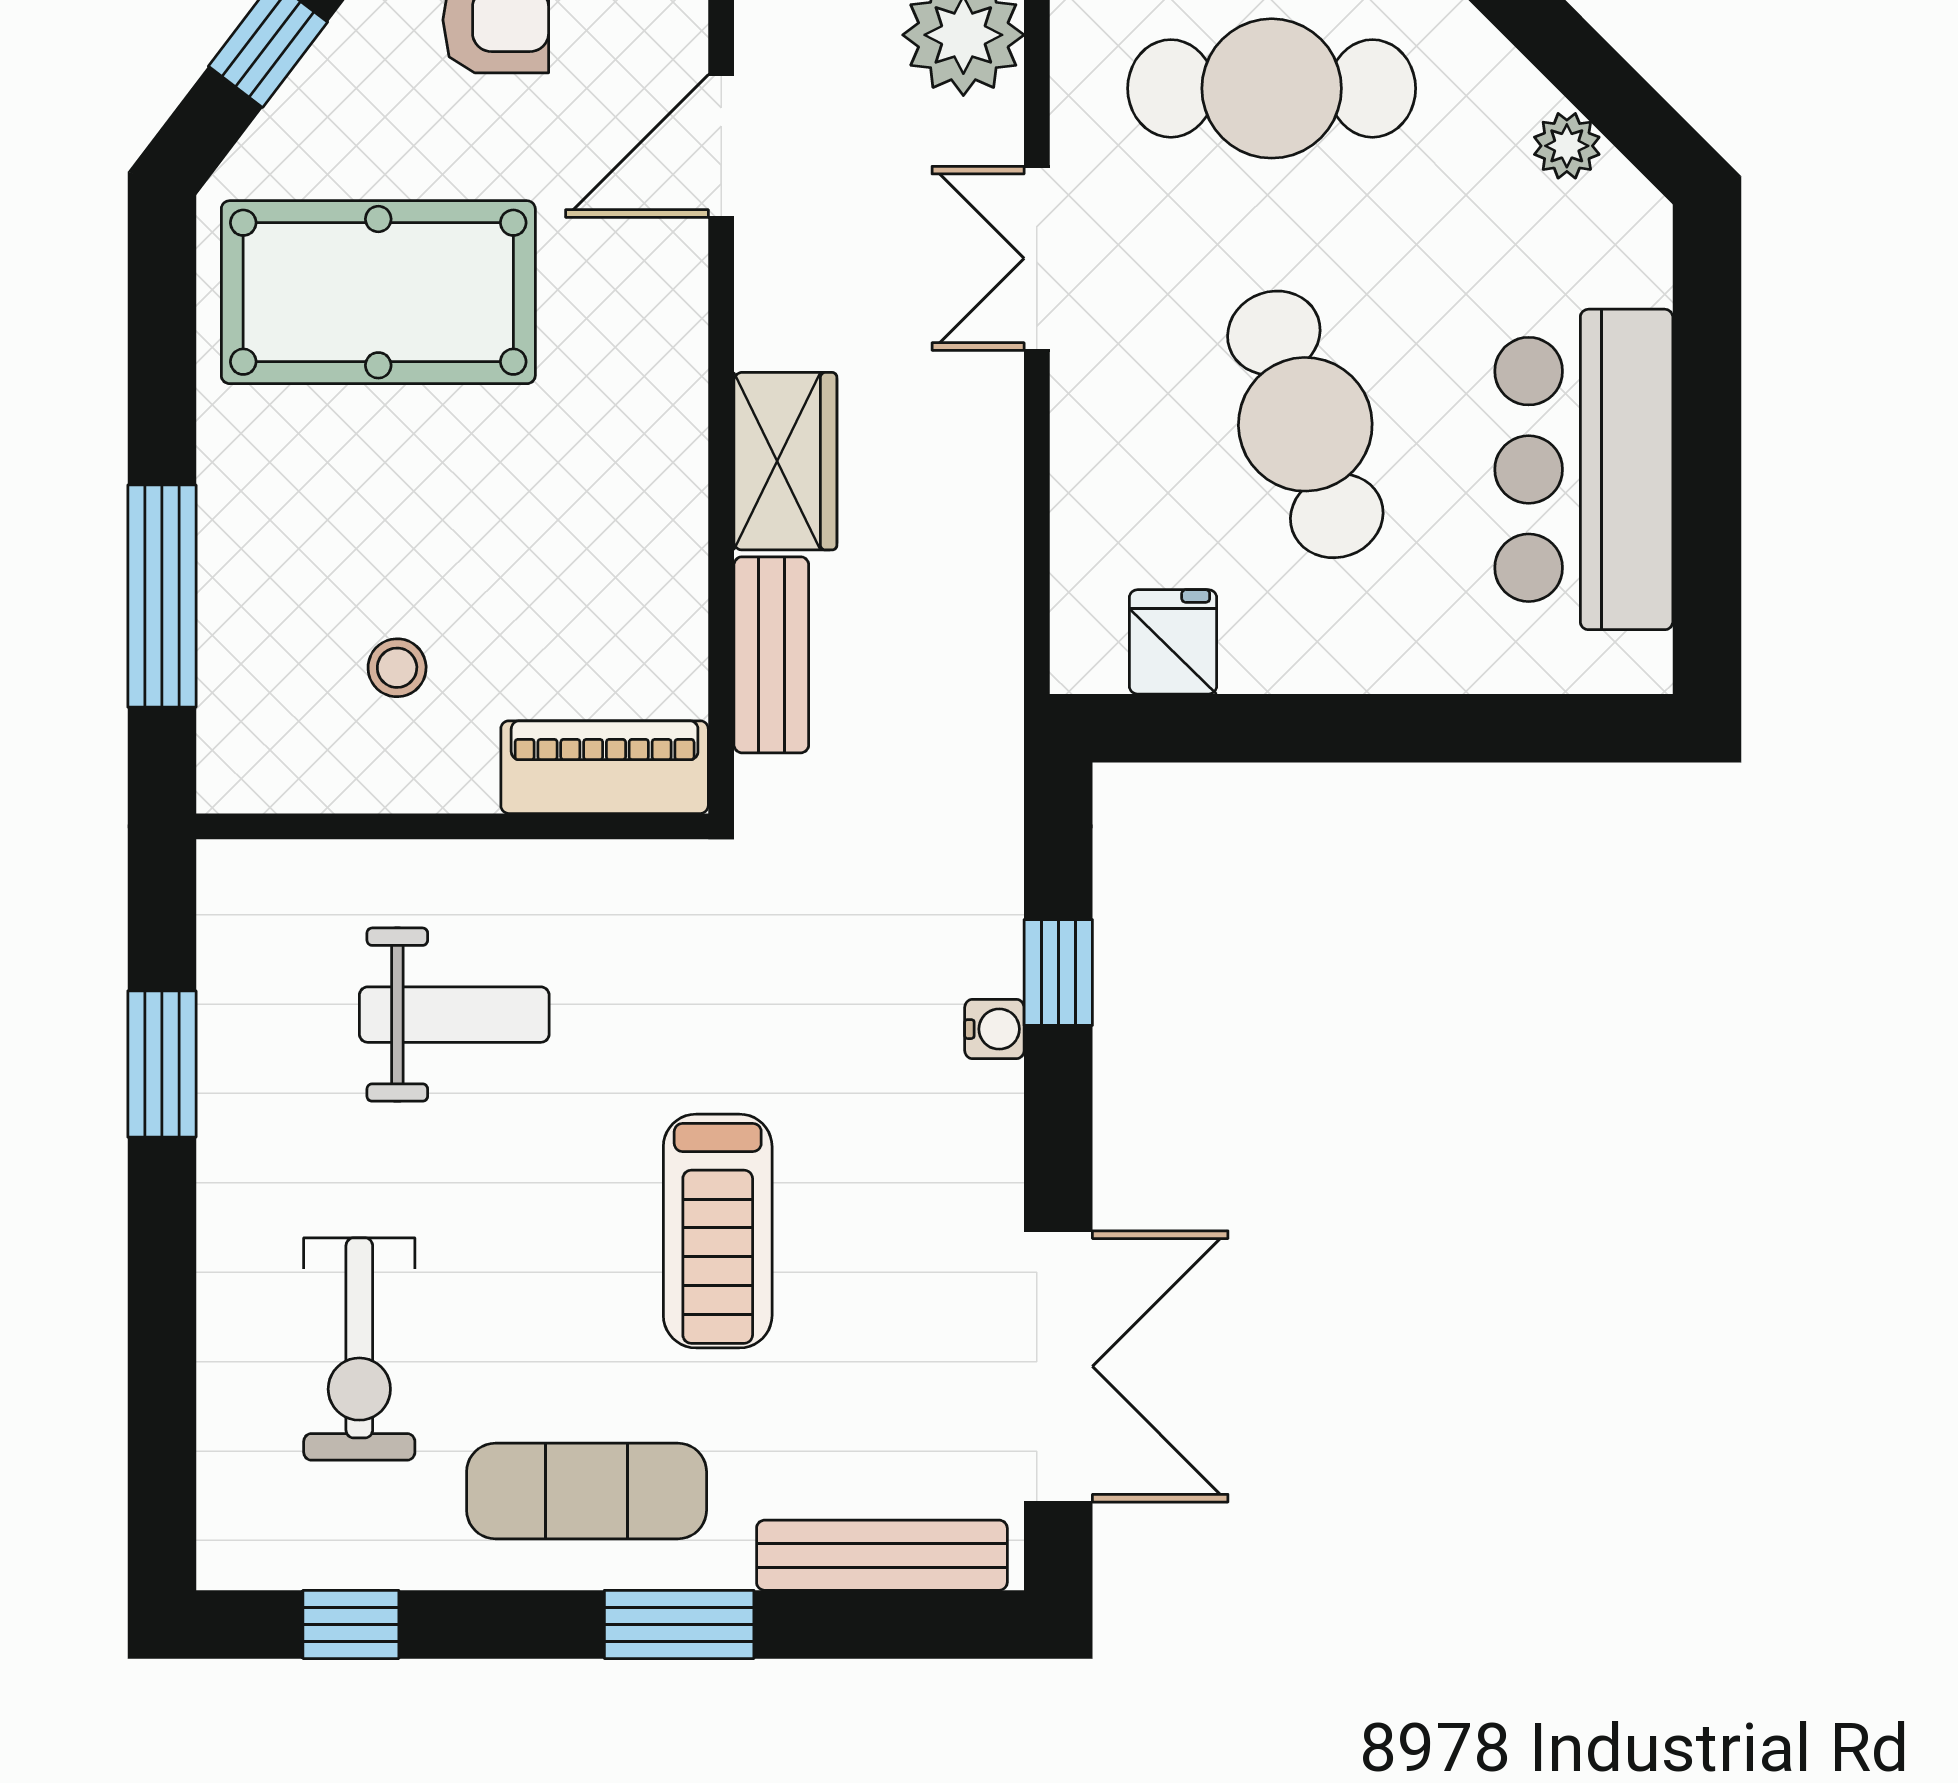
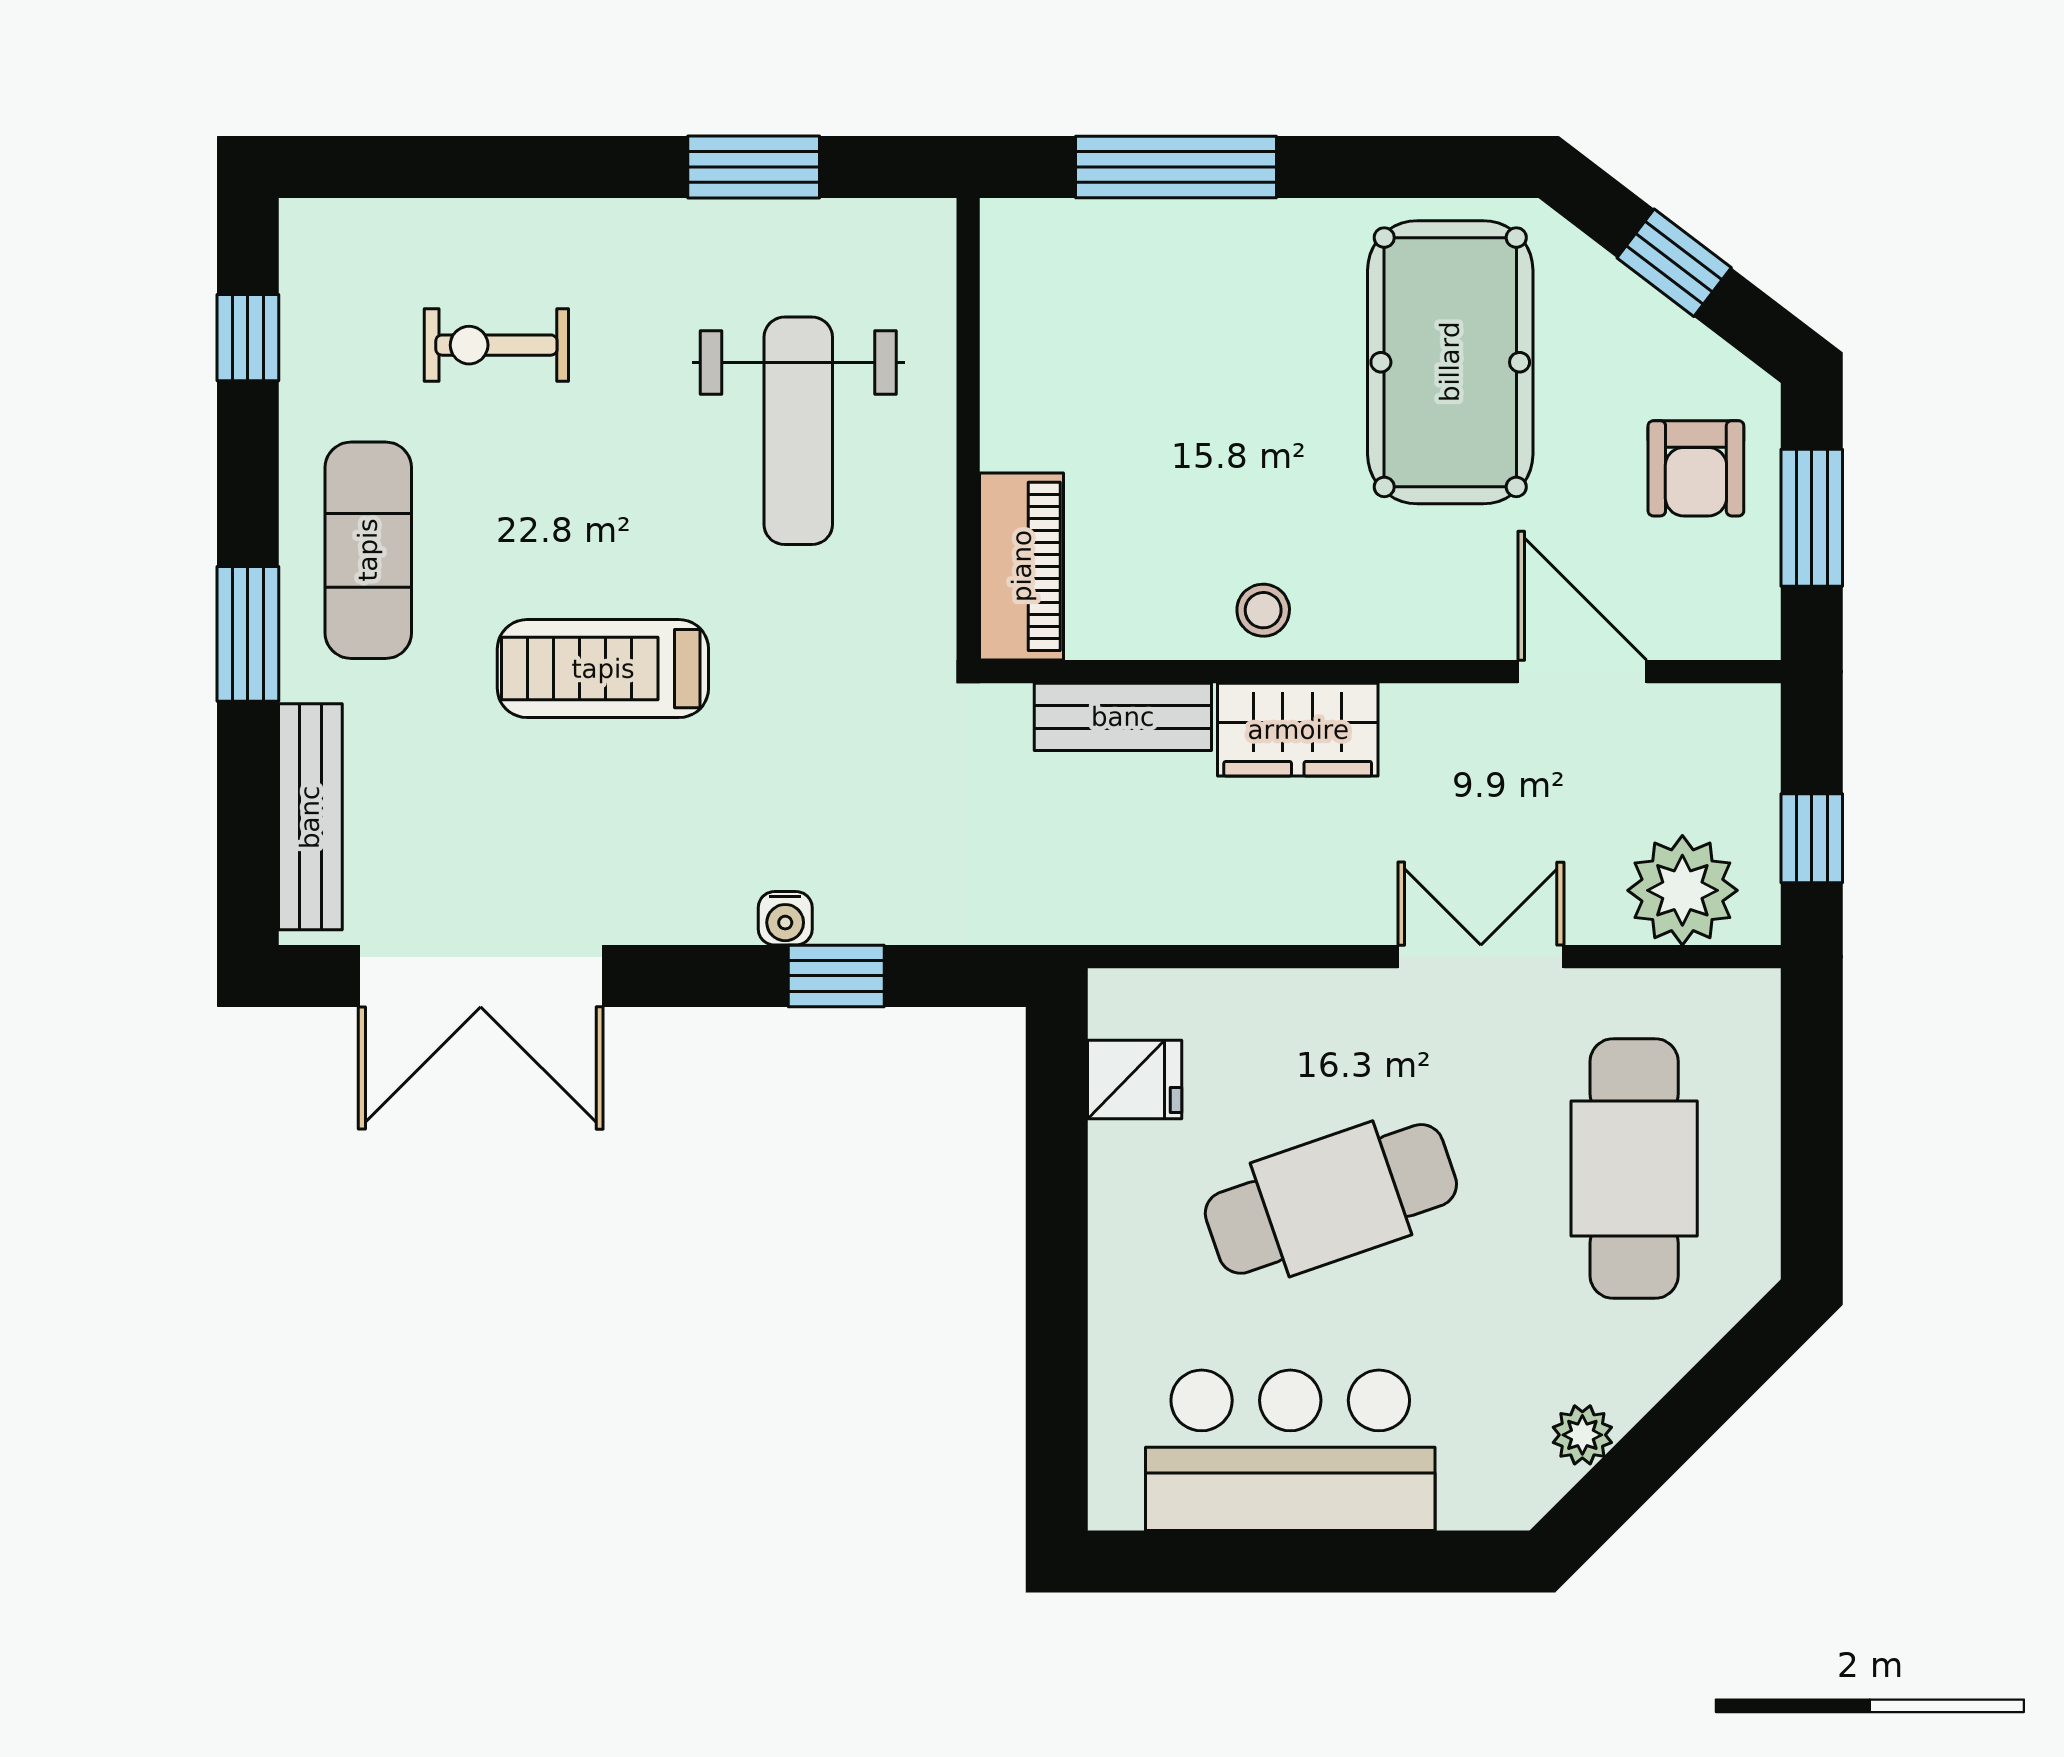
stool: (397, 668) -> (1263, 610), moved
weight bench: (454, 1015) -> (798, 431), width x1.36, depth x1.33
exercise bike: (359, 1349) -> (496, 345), width x0.73, depth x0.72

